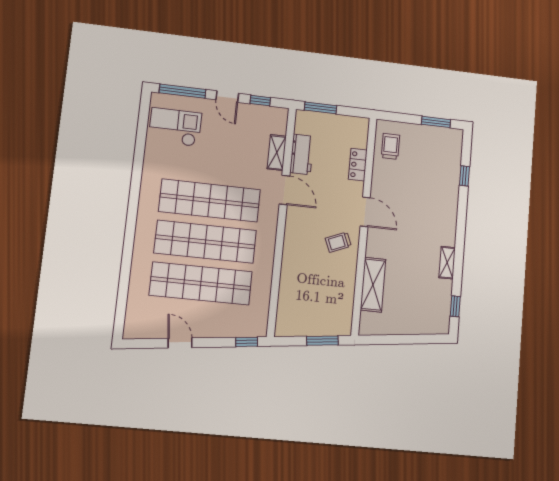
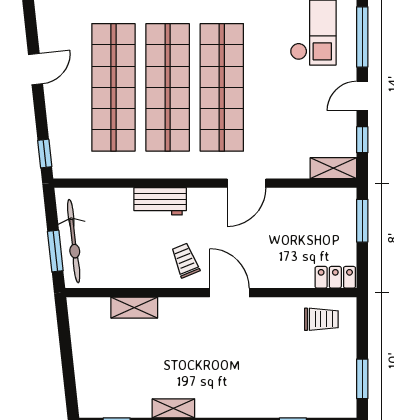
shelving: (277, 153) -> (333, 168), moved
workbench: (302, 154) -> (160, 201), moved
locker: (358, 165) -> (335, 277), moved
door: (365, 212) -> (229, 293), swing flipped
shelving: (373, 285) -> (134, 308), width x0.67, depth x0.75
bicycle: (316, 326) -> (74, 241), added

